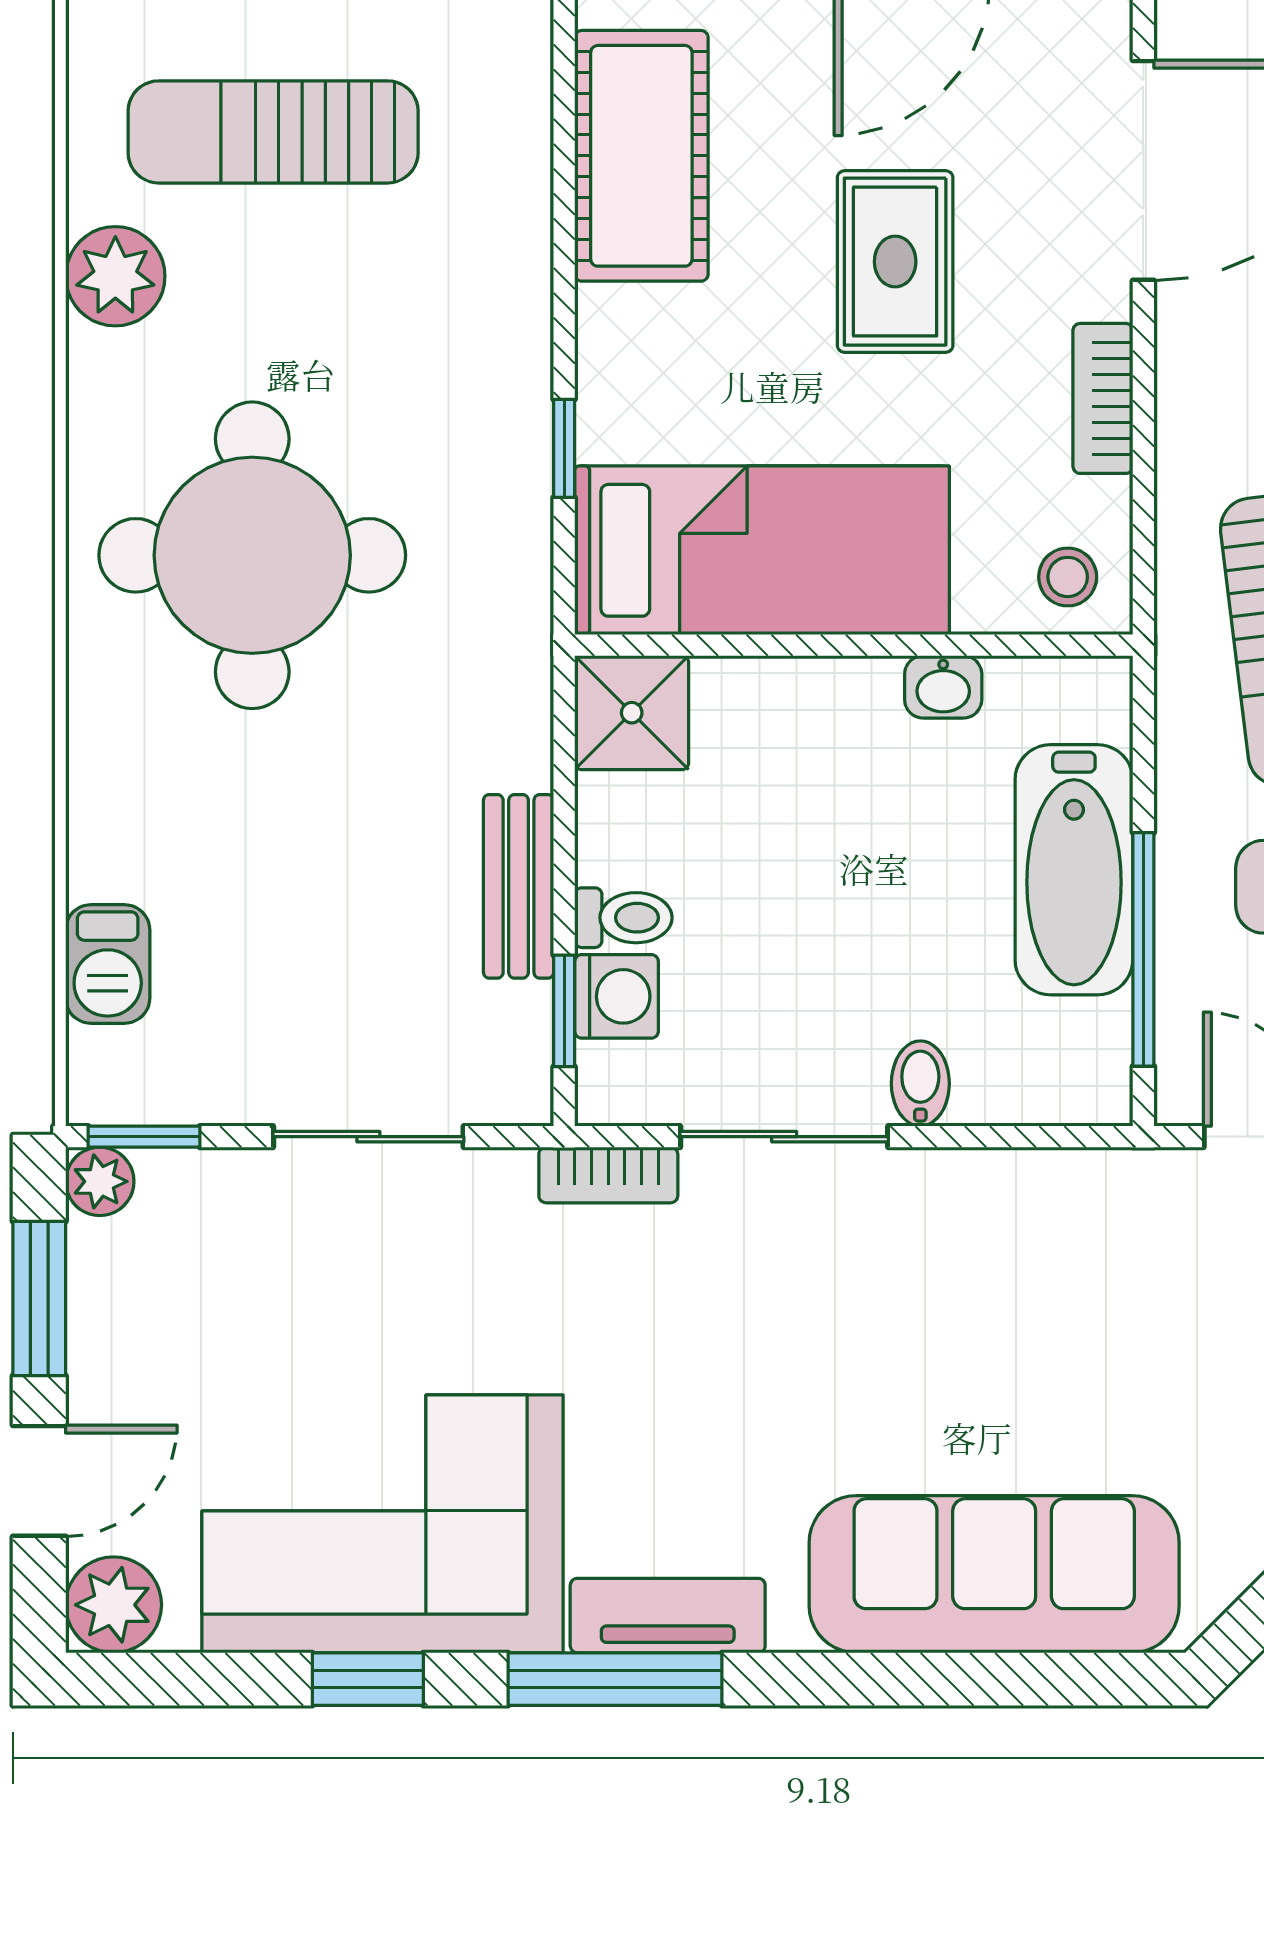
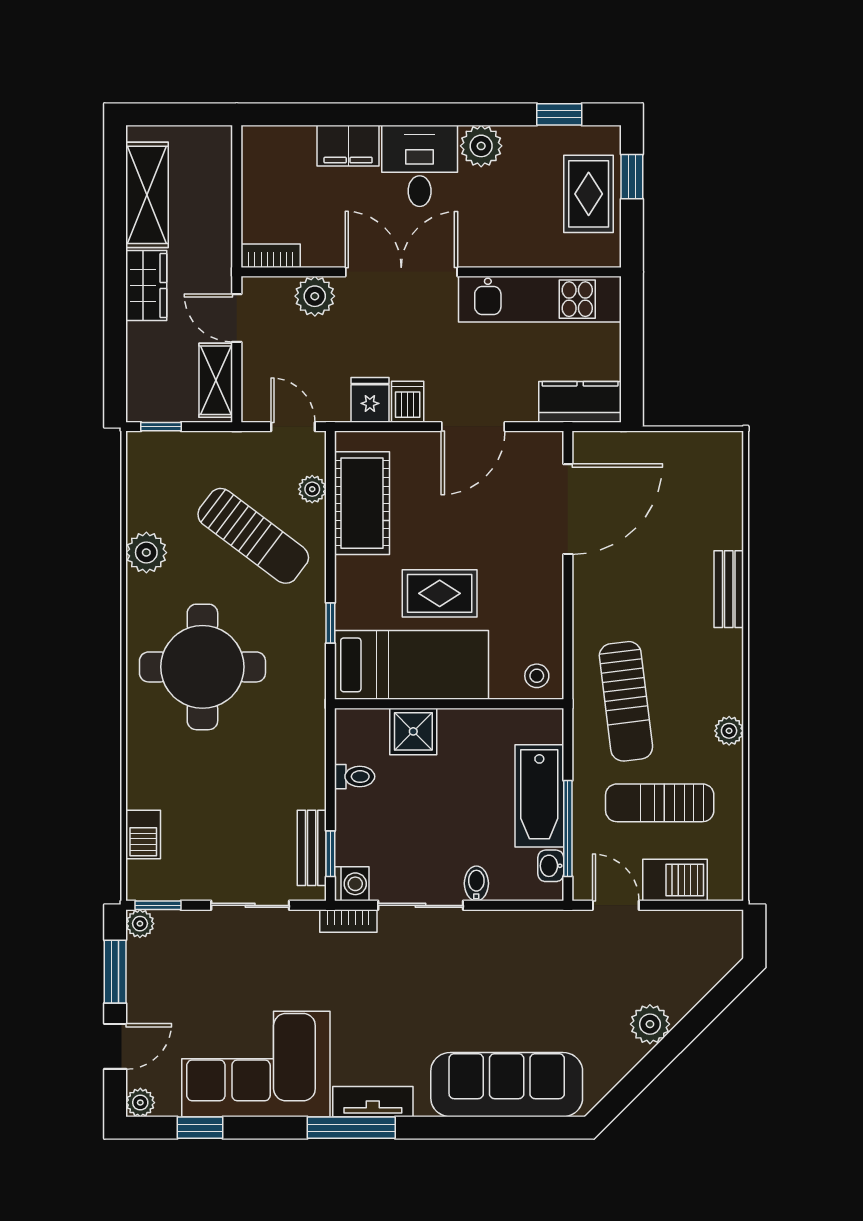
plant: (520, 122) -> (312, 489), added
sun lounger: (273, 132) -> (253, 536), moved, turned -143
rug: (895, 262) -> (440, 593), moved, turned 90
bookcase: (1103, 398) -> (551, 603), removed
washbasin: (943, 687) -> (551, 866), moved, turned 90
shower: (632, 713) -> (413, 731), moved
bench: (519, 886) -> (312, 848), moved
toilet: (623, 918) -> (355, 777), moved
washing machine: (617, 996) -> (352, 884), moved
plant: (114, 1605) -> (140, 1103), width x0.73, depth x0.73
window: (368, 1679) -> (200, 1128), moved

